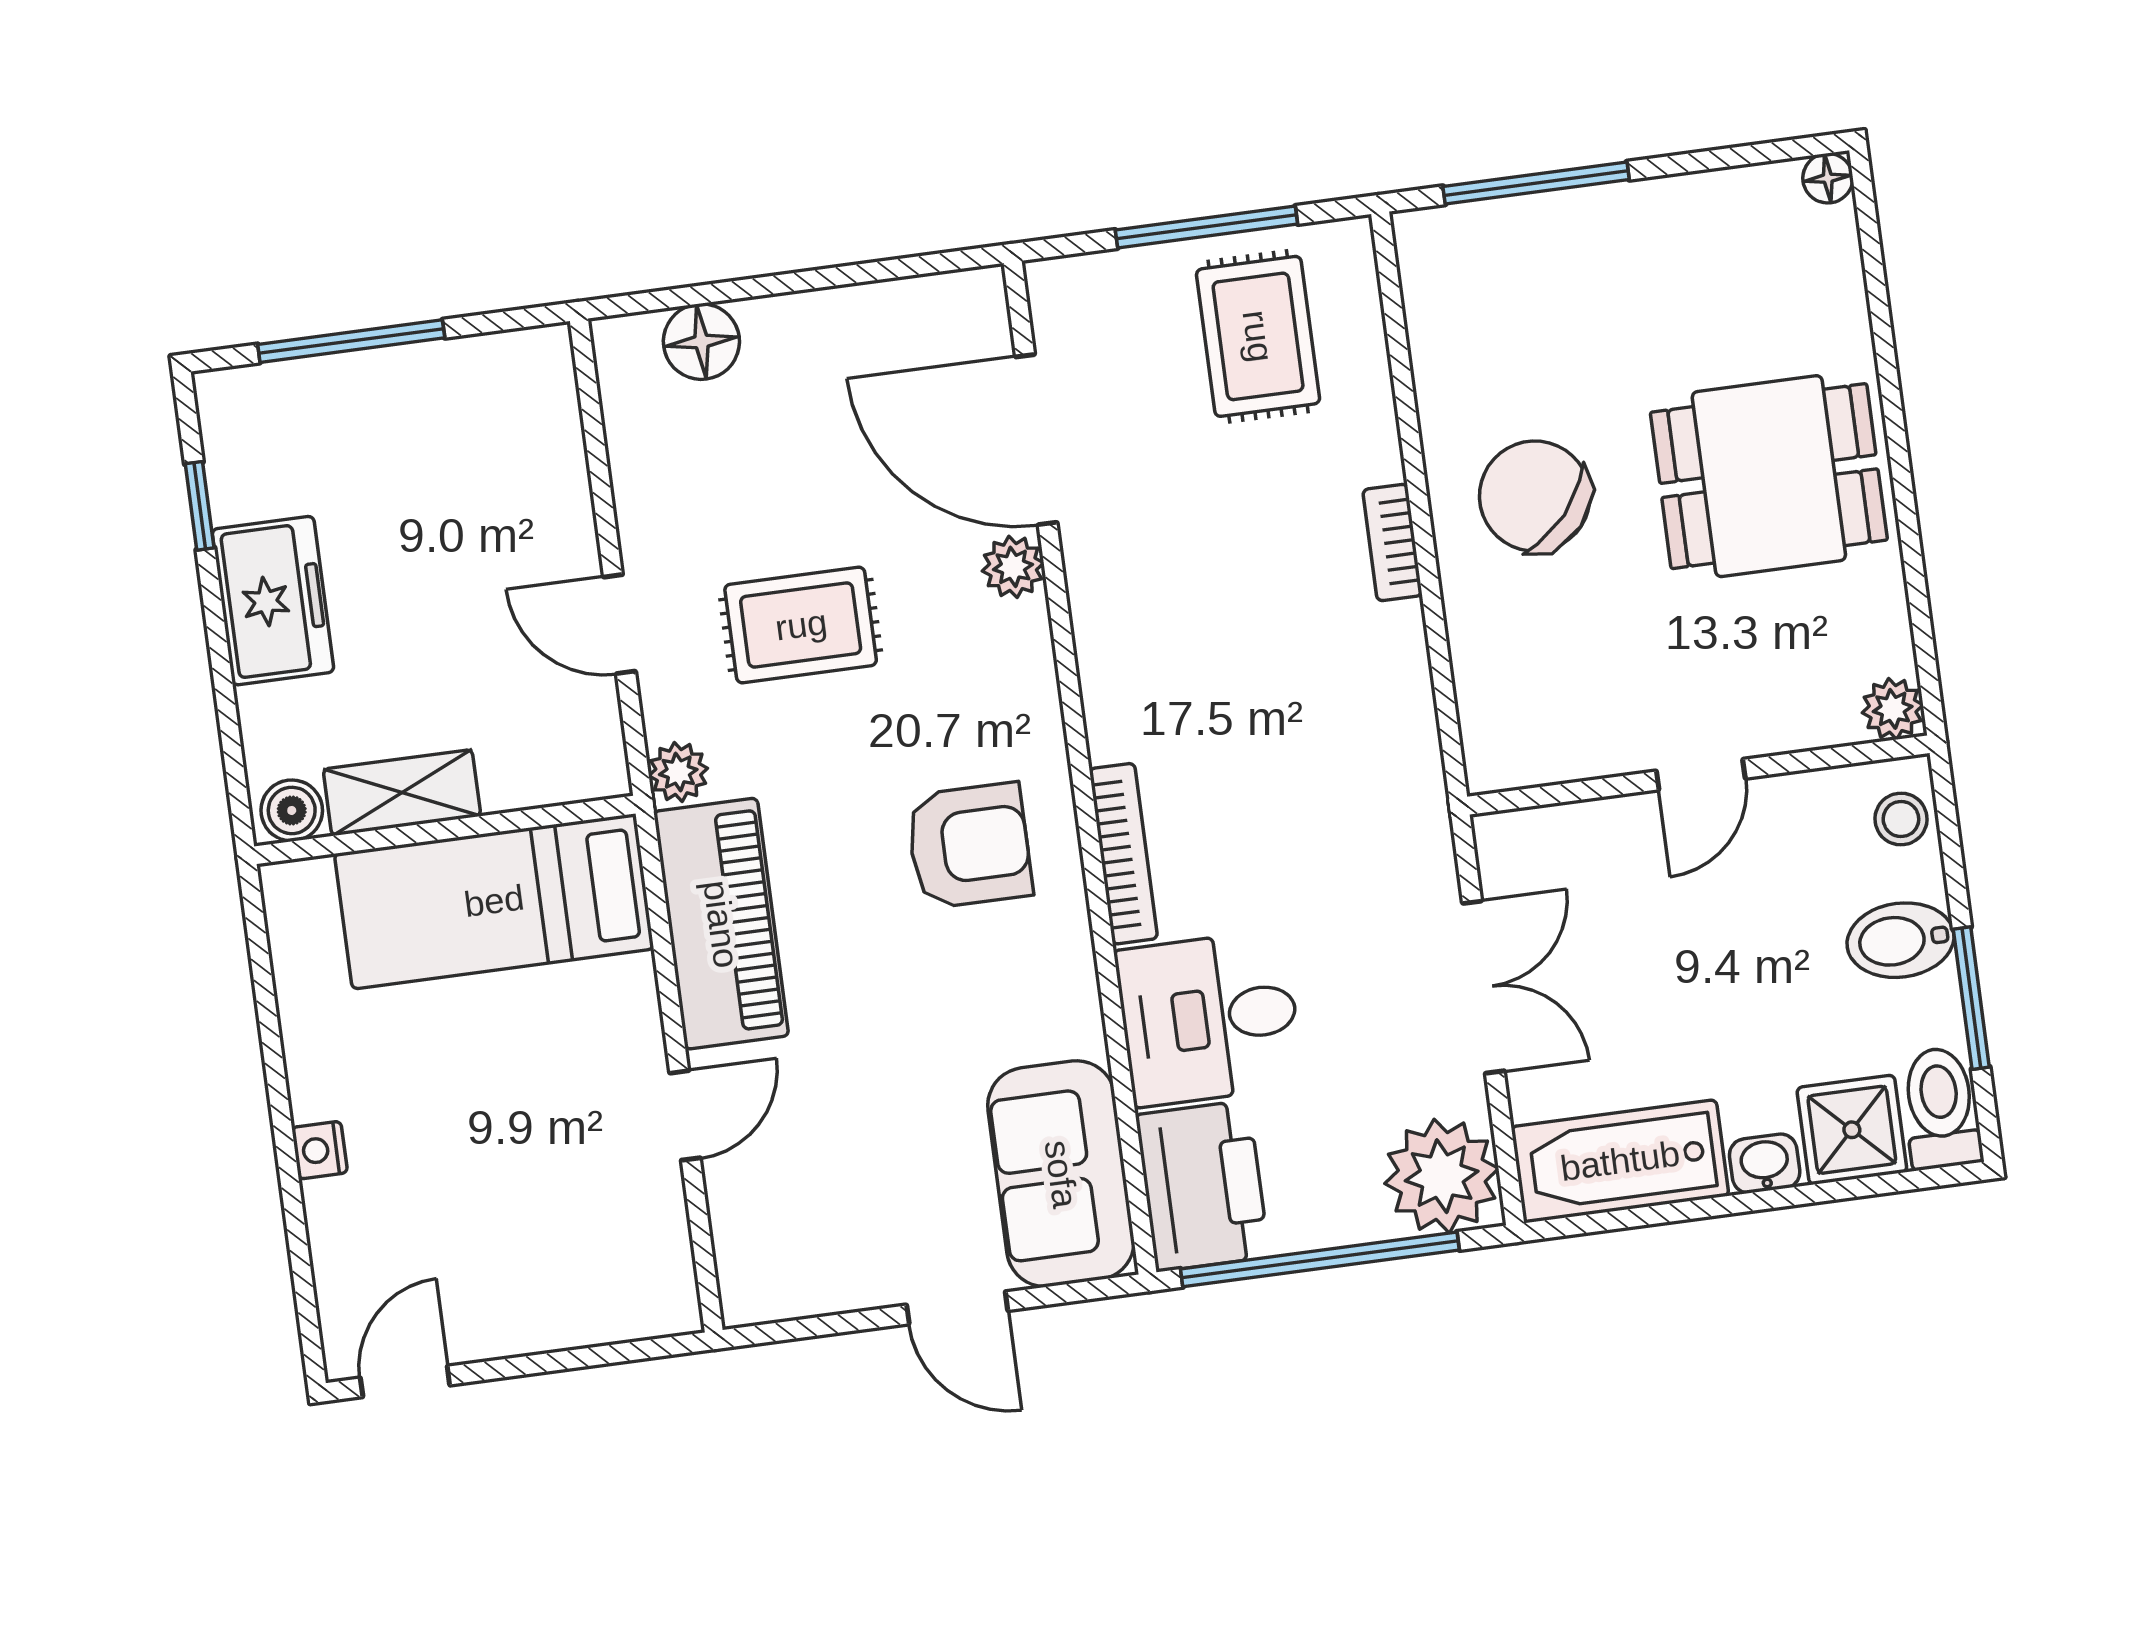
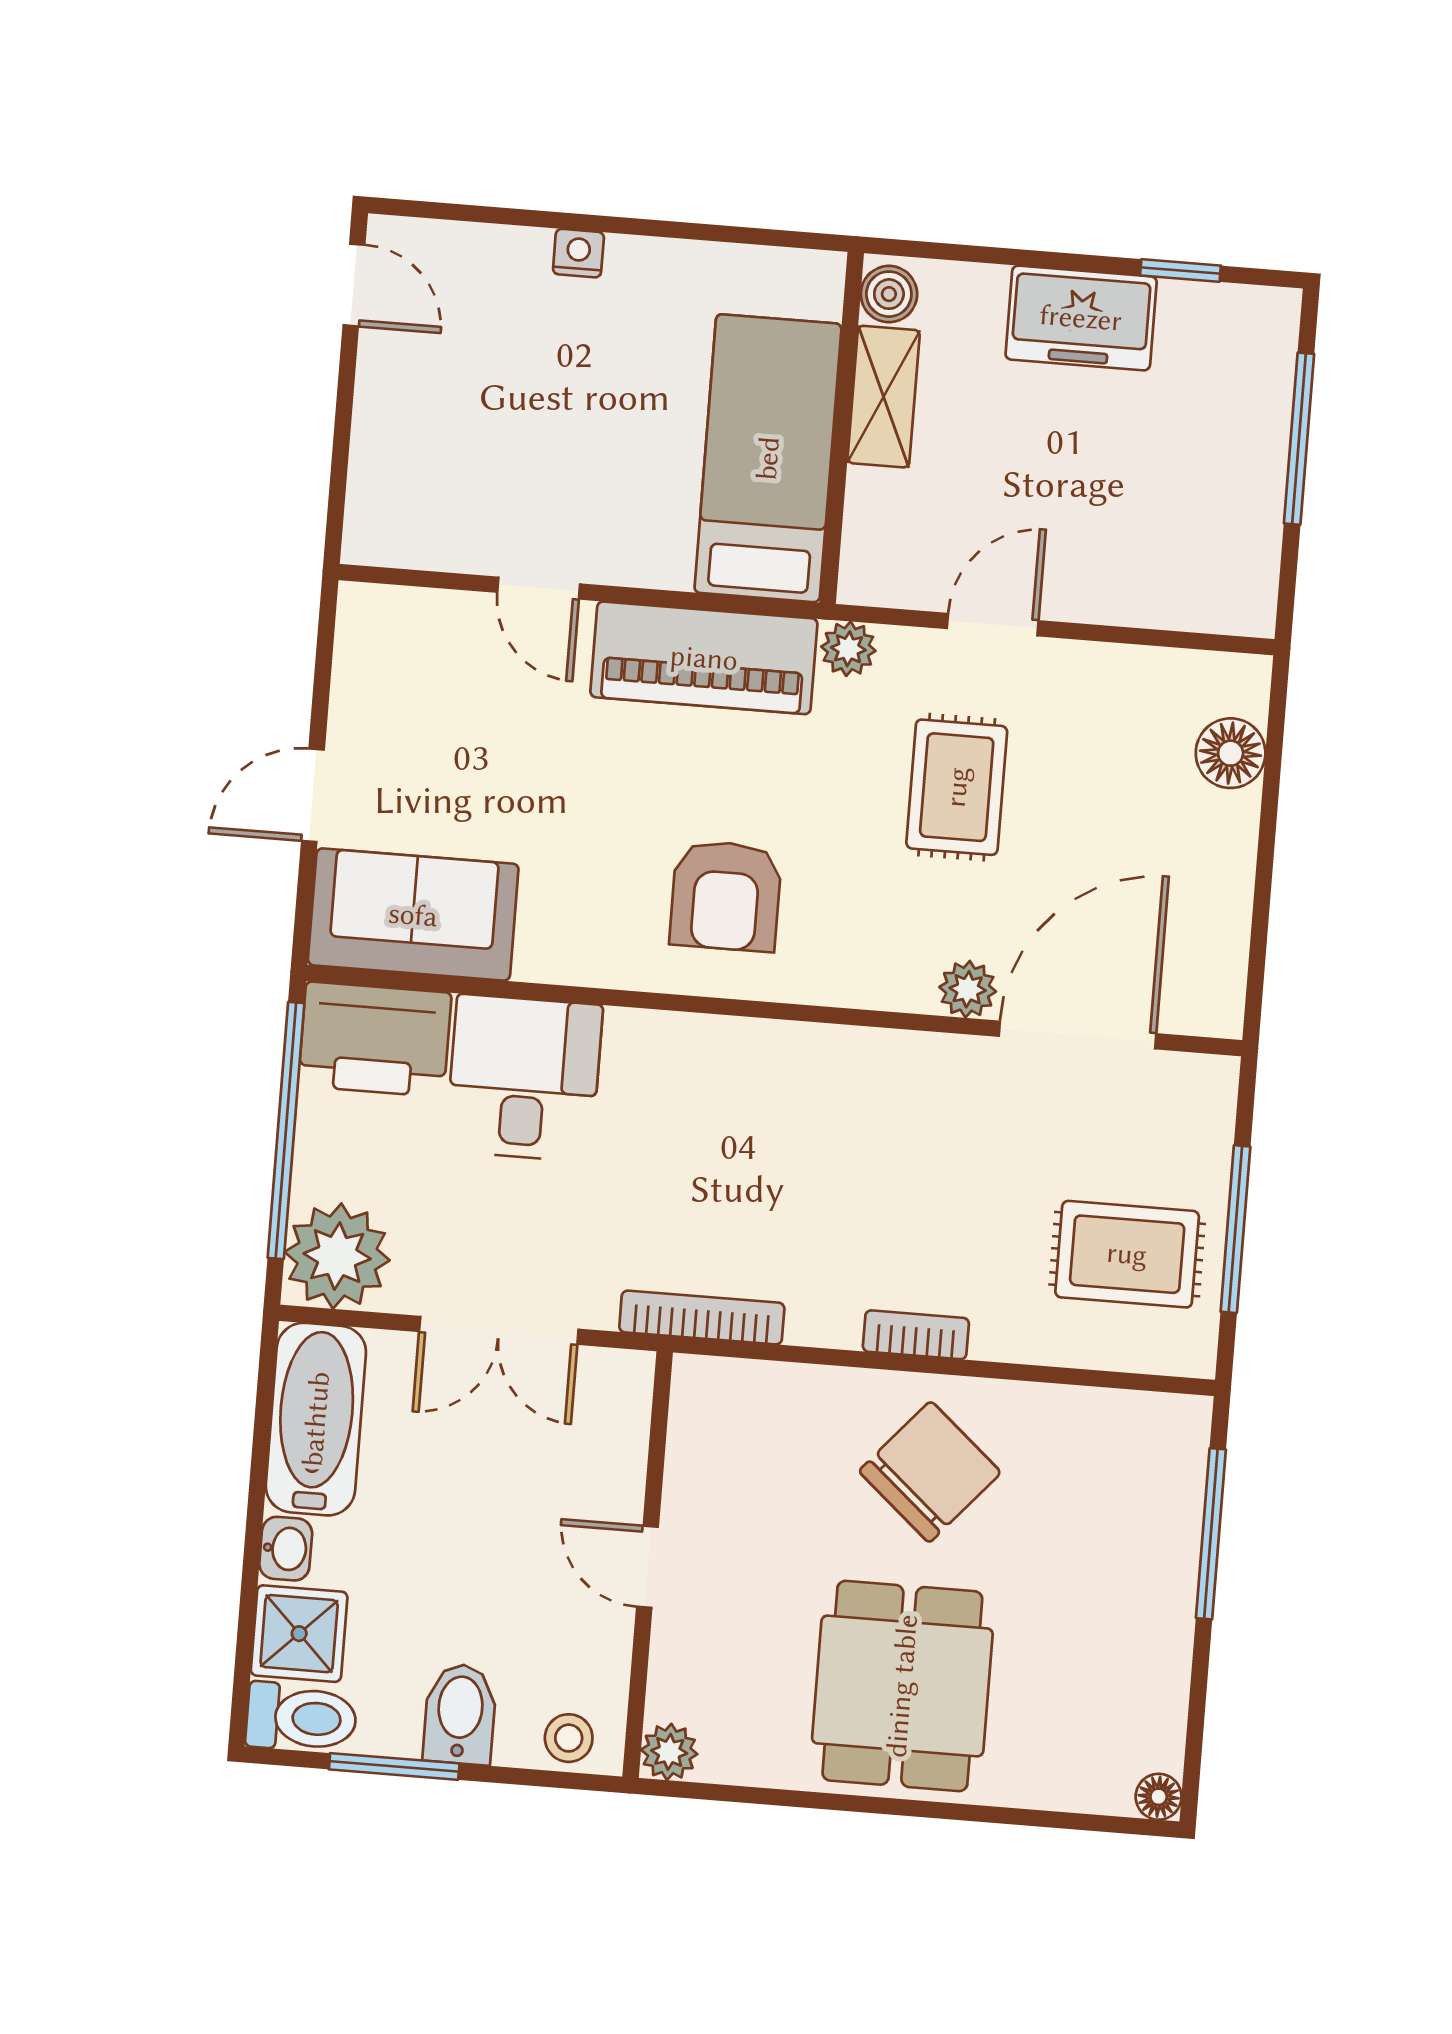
bookcase: (1123, 854) -> (702, 1318), moved, turned 180

